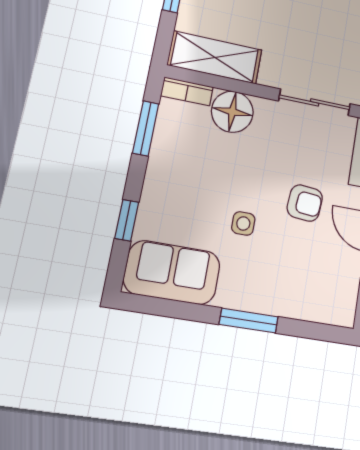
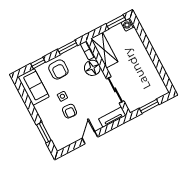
armchair: (178, 186) -> (58, 69), added
armchair: (305, 203) -> (70, 111), moved
window: (249, 321) -> (44, 133), moved

